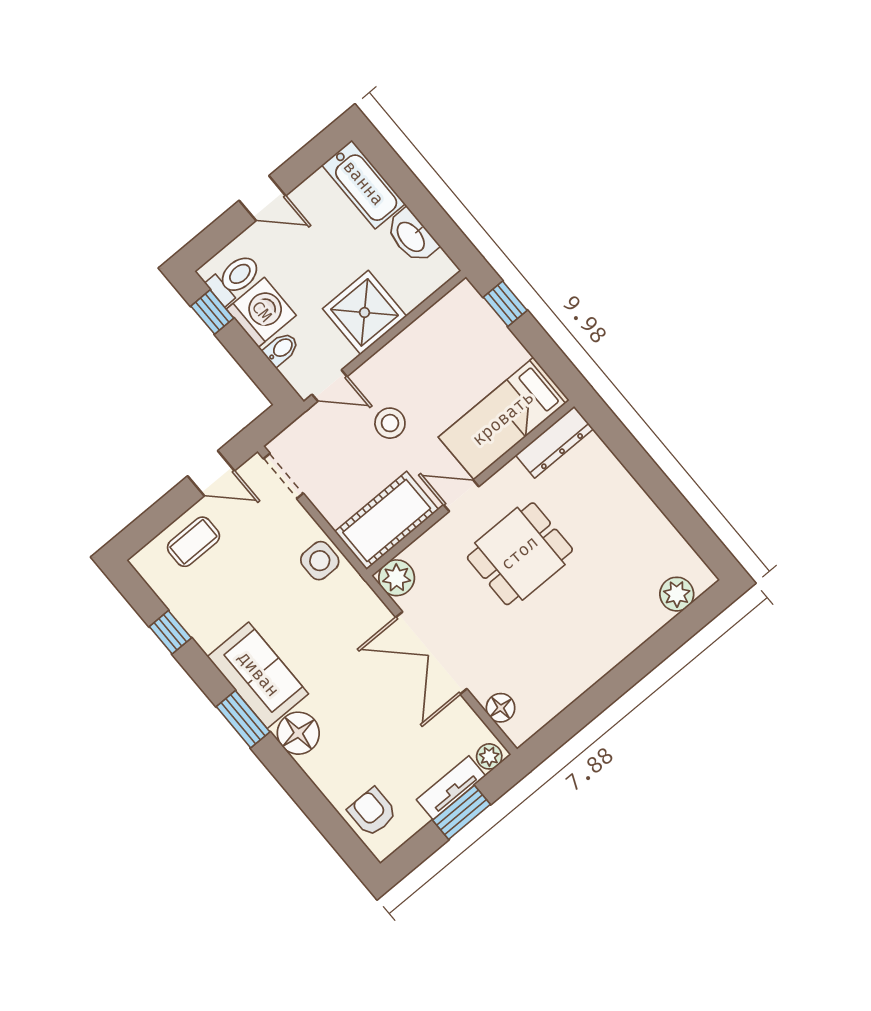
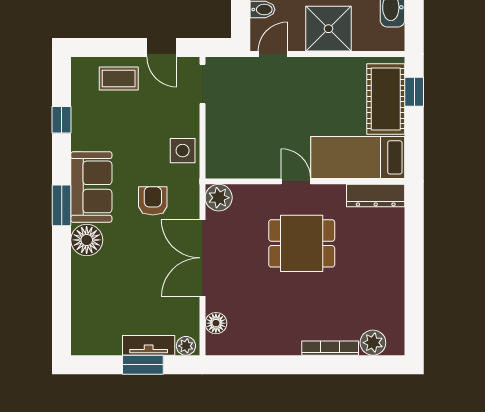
door: (330, 386) -> (273, 54), swing flipped
stool: (390, 423) -> (290, 105), removed
cot: (387, 520) -> (386, 99), moved, turned 90
bookcase: (638, 636) -> (330, 348), added
armchair: (372, 812) -> (153, 201), moved

